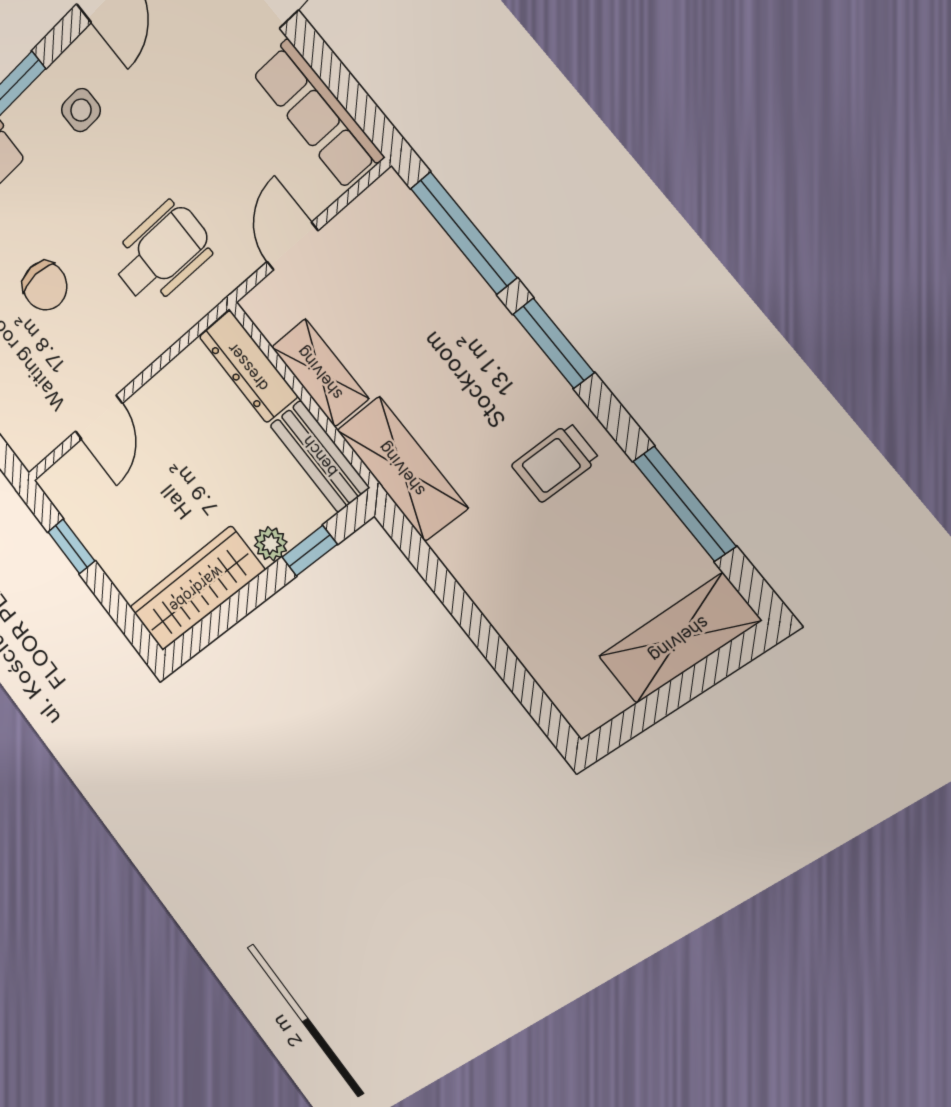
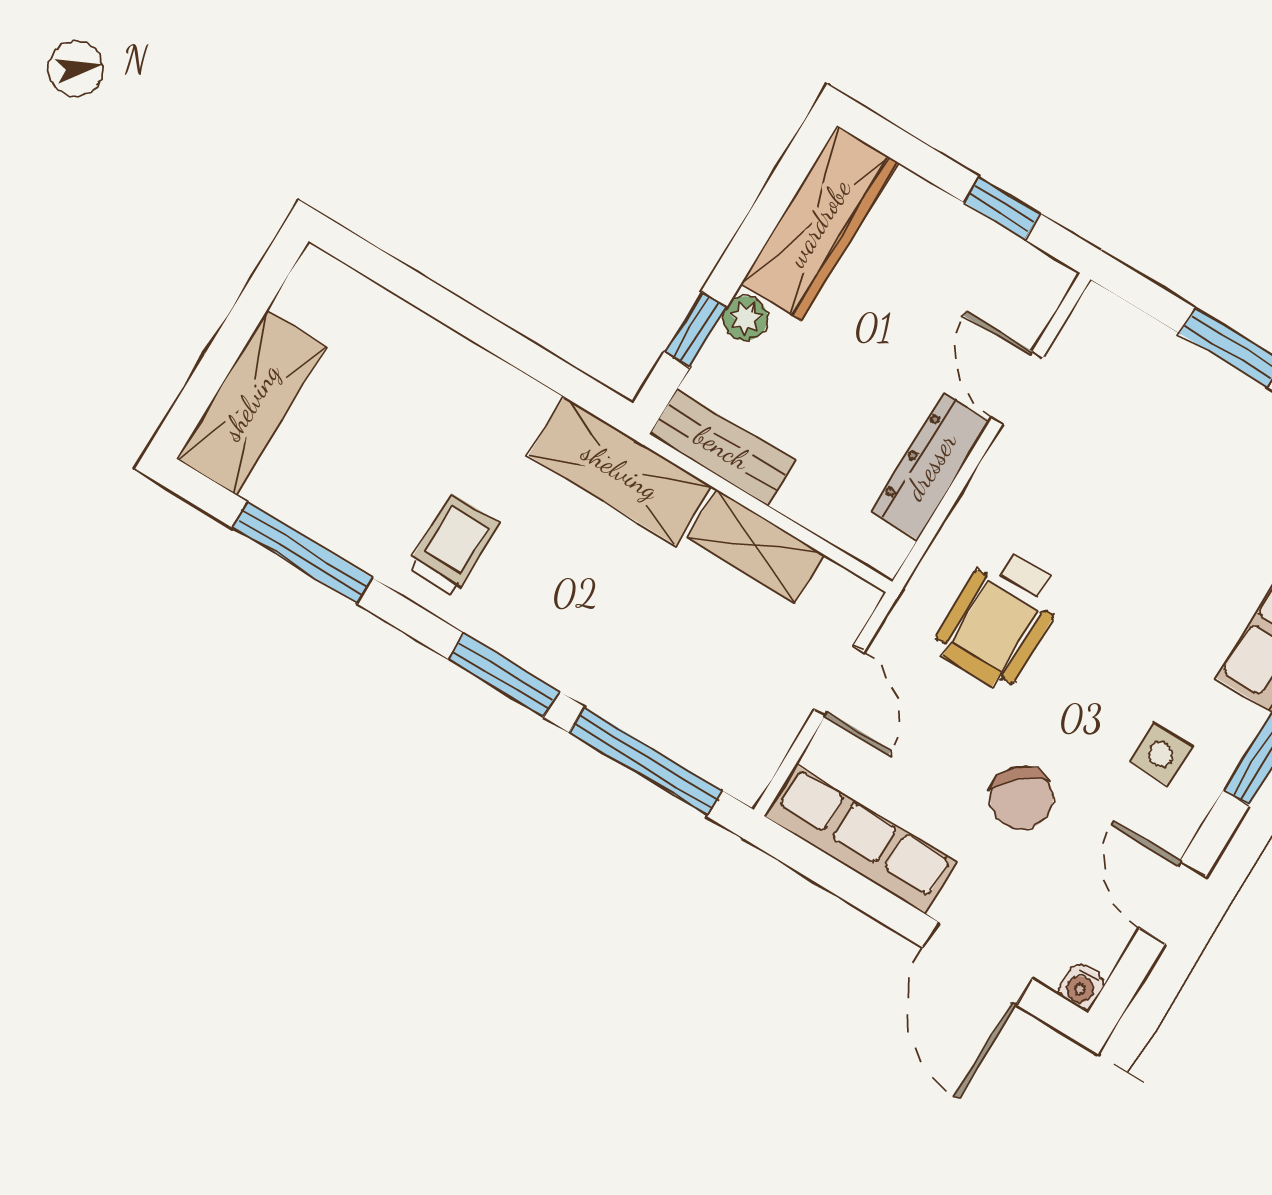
chair: (45, 286) -> (1022, 798), moved, turned -131
dresser: (248, 367) -> (931, 466), moved, turned -90

